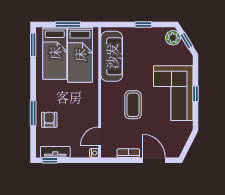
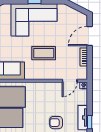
door: (100, 136) -> (70, 81), hinge flipped

